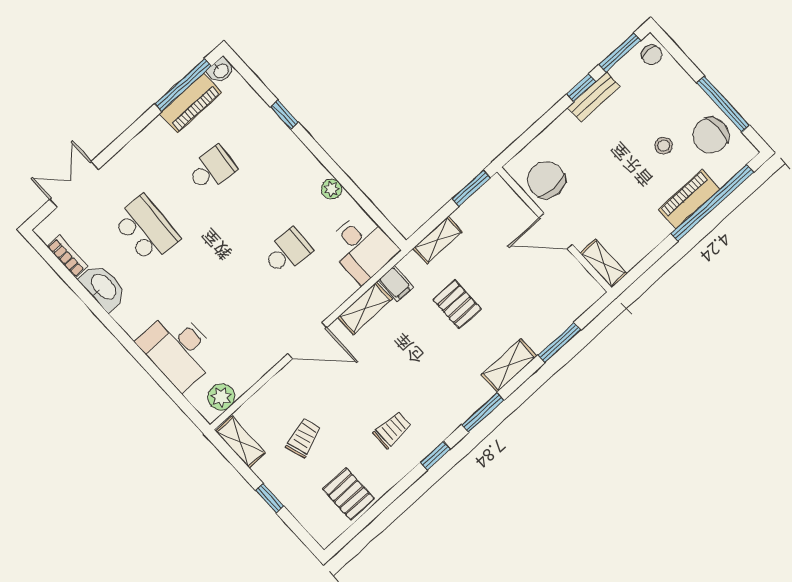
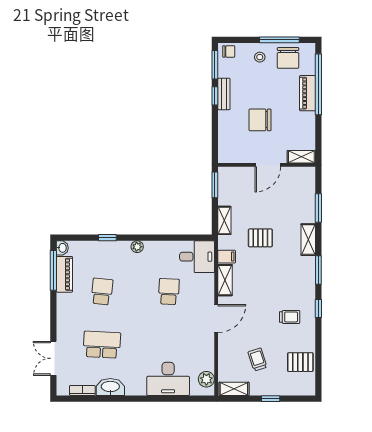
stool: (664, 146) -> (260, 57), moved
chair: (546, 180) -> (260, 120), moved
plant: (332, 189) -> (137, 247), moved
trolley: (392, 430) -> (290, 317), turned 90

